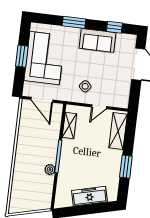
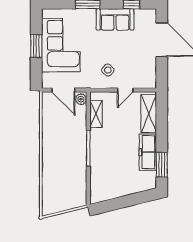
window: (126, 167) -> (162, 165), moved
plant: (50, 170) -> (81, 99), moved
freezer: (89, 196) -> (148, 152), moved, turned -76

